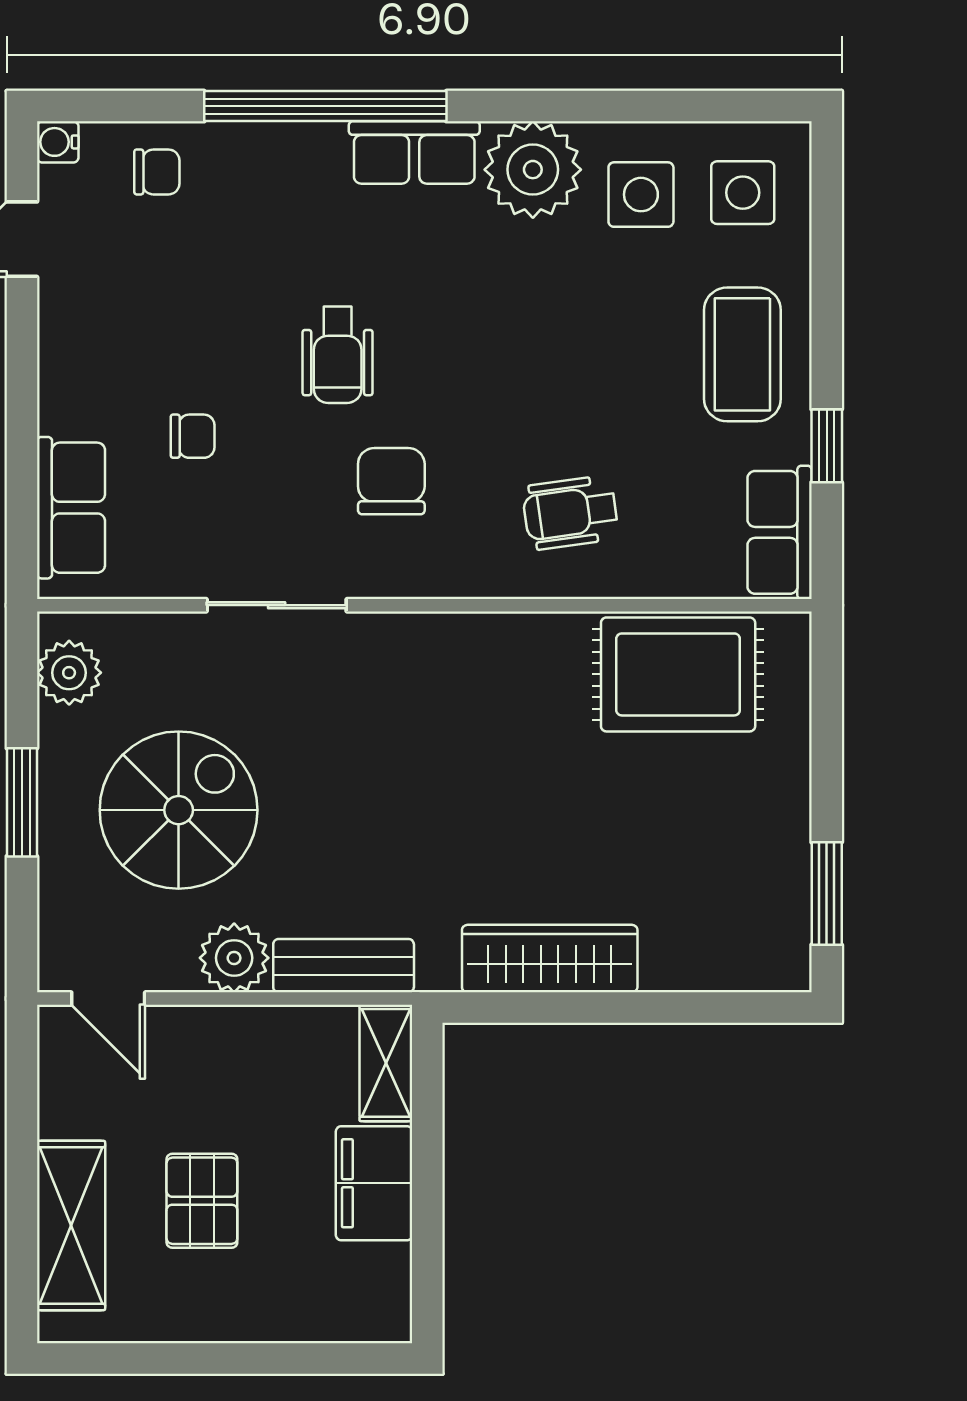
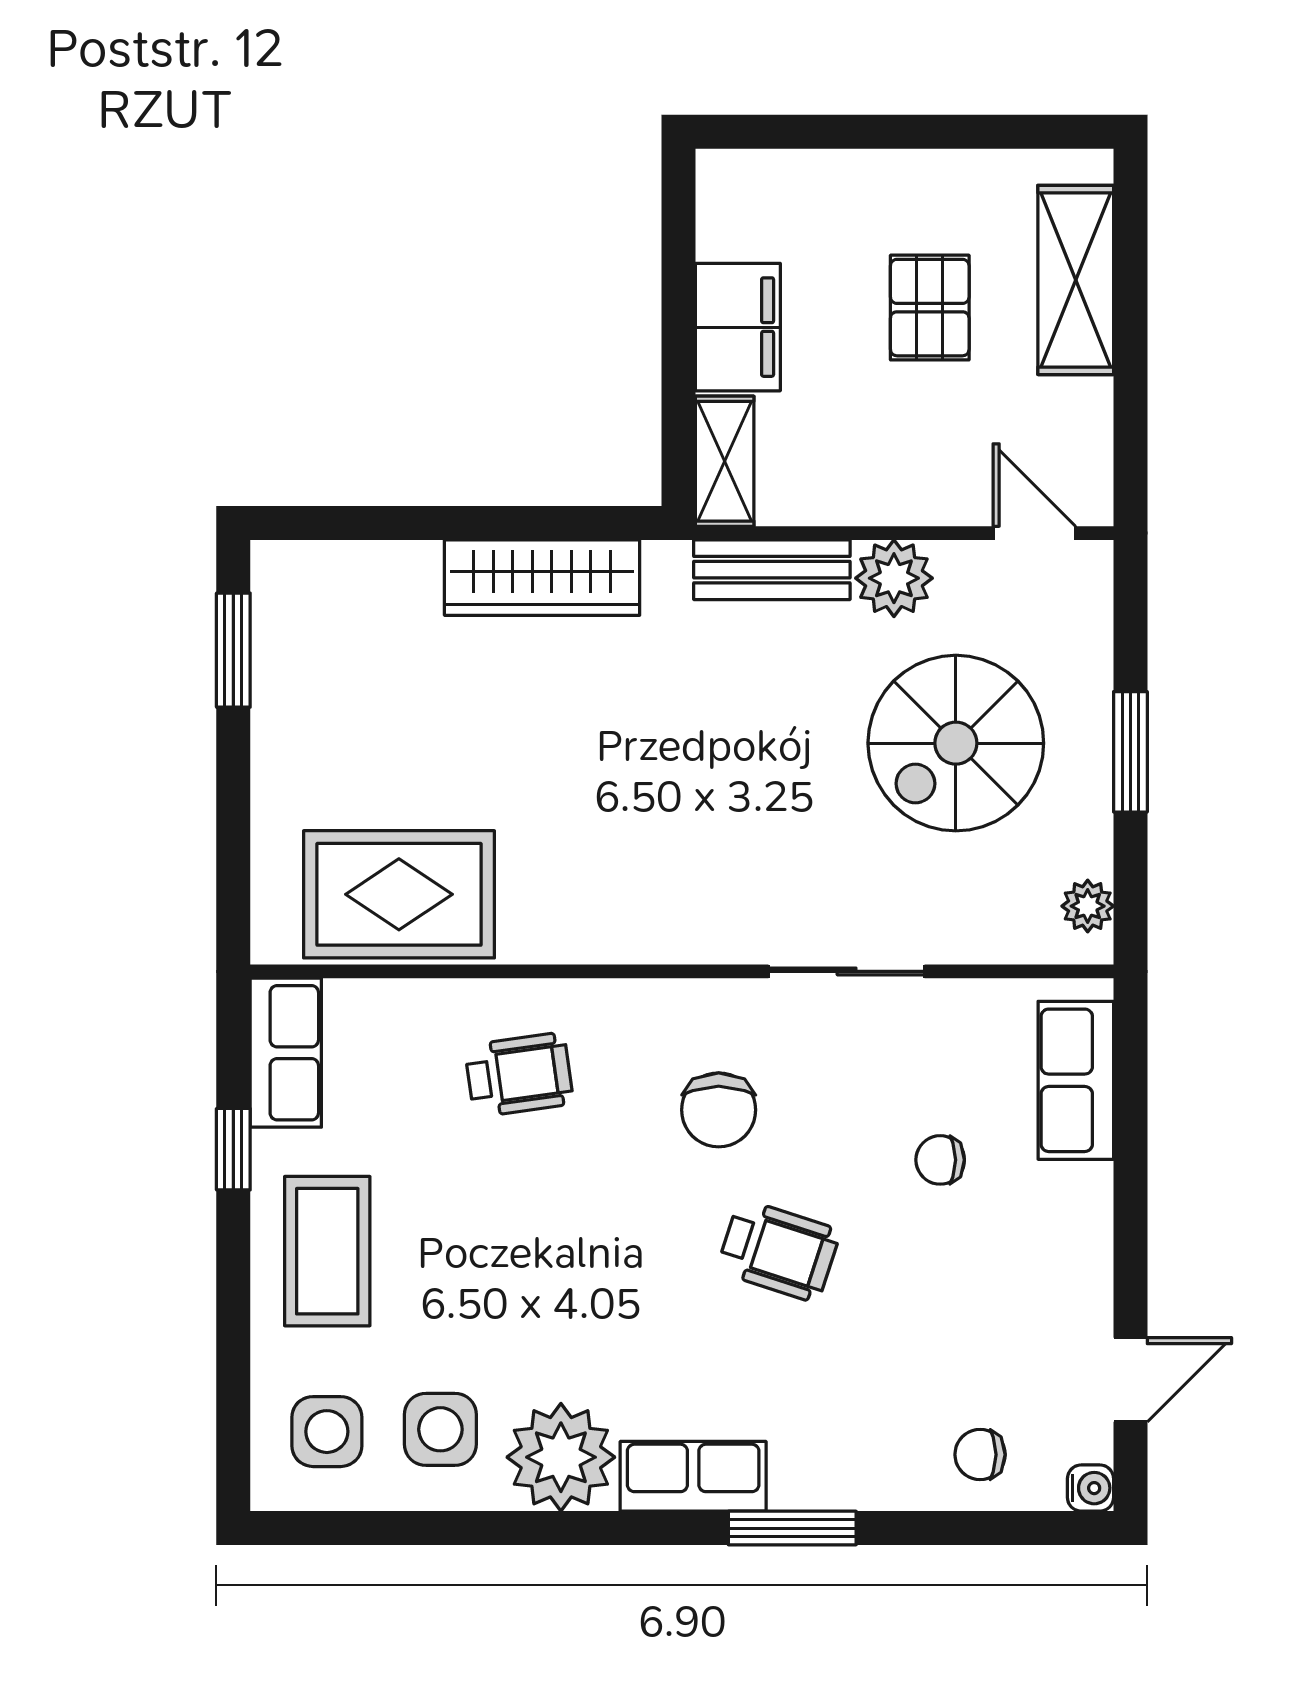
window: (325, 106) -> (792, 1528), width x0.47
wheelchair: (338, 355) -> (779, 1251), turned 108
plant: (69, 673) -> (1088, 906), width x0.73, depth x0.73

